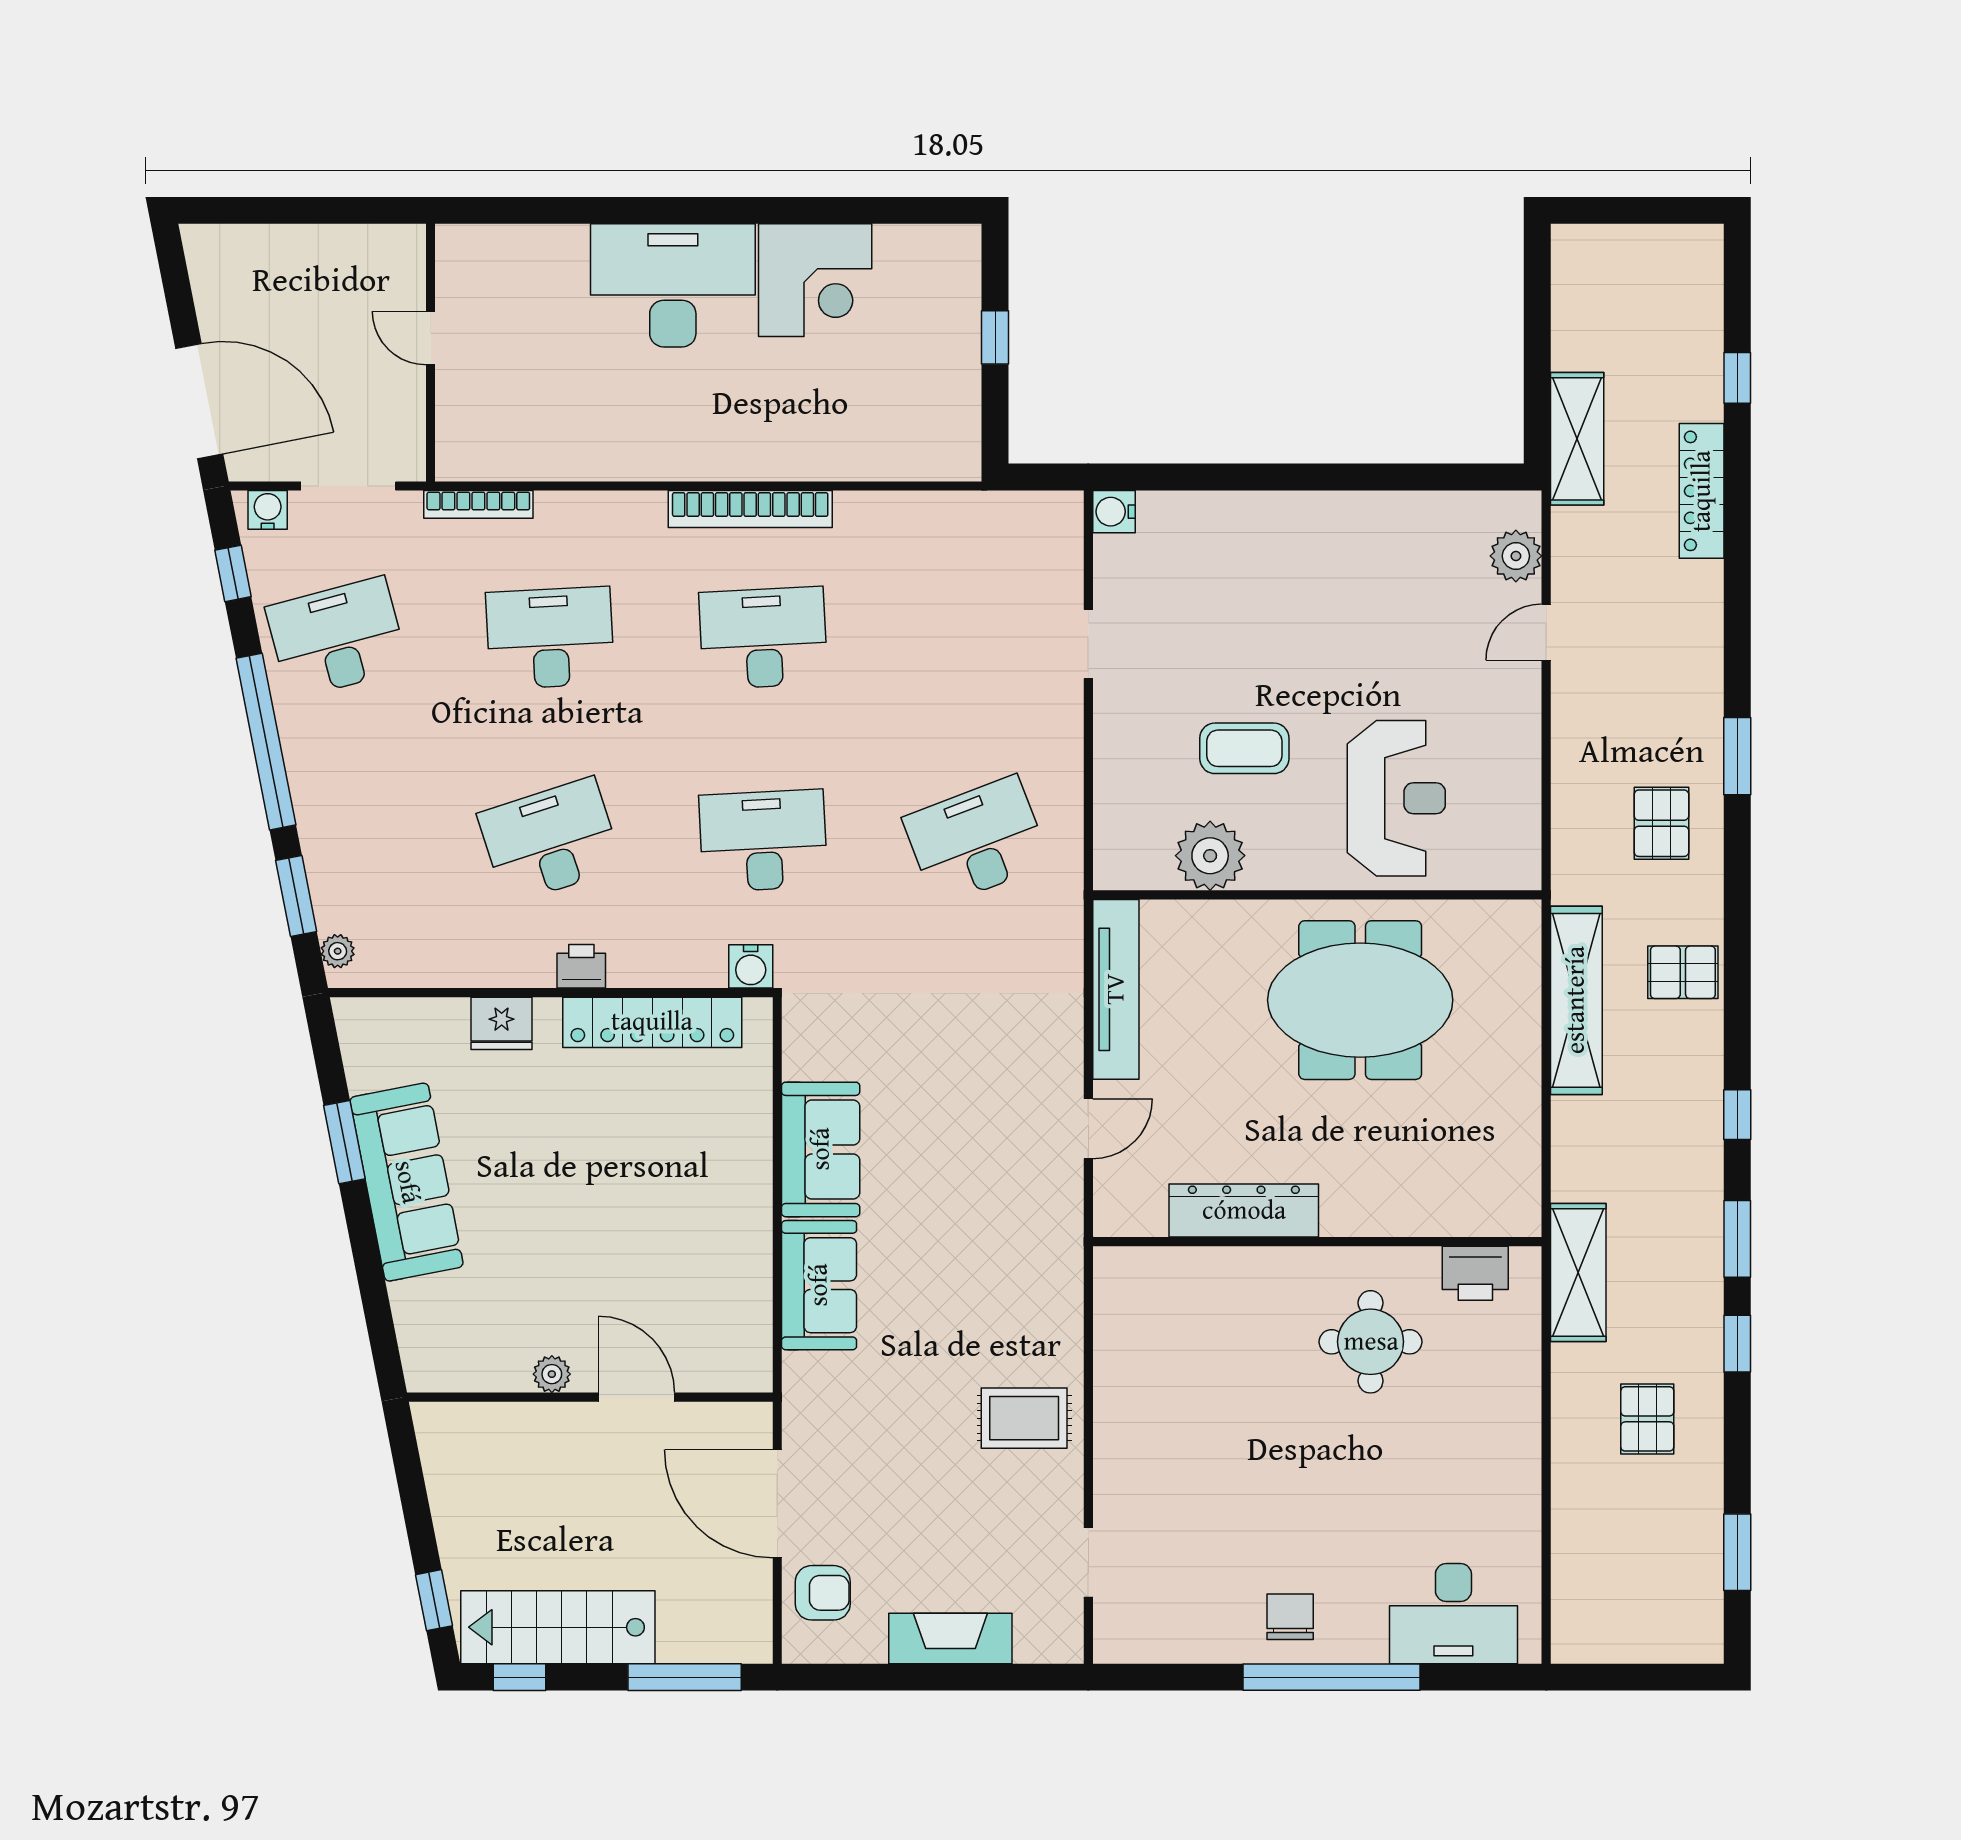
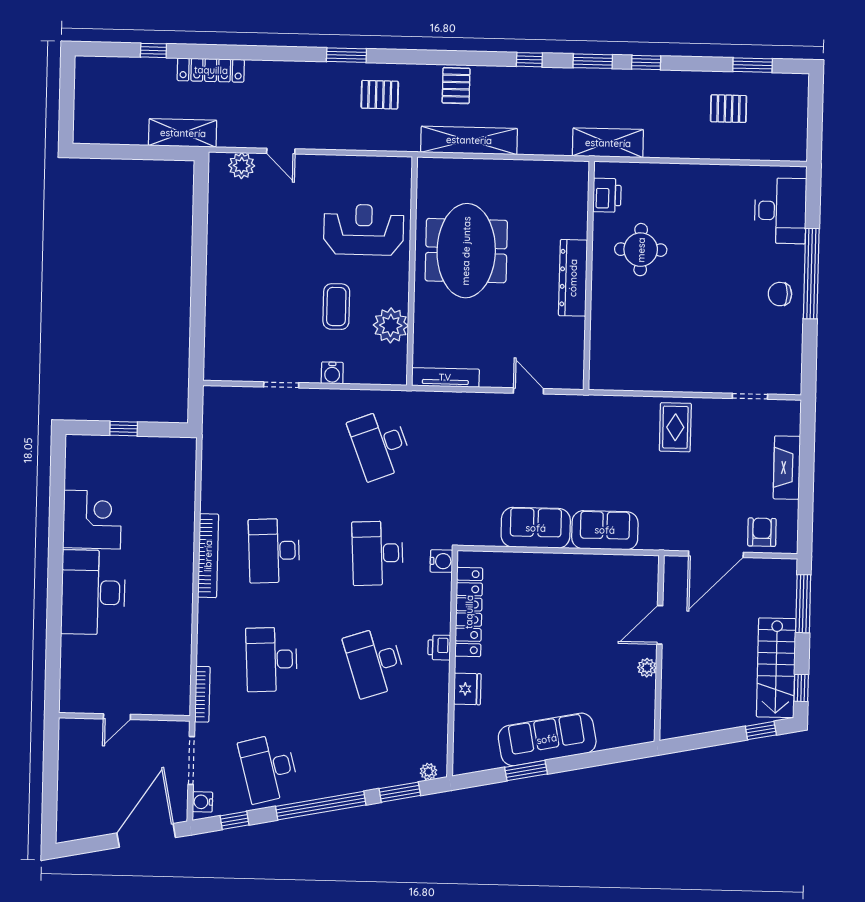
water cooler: (1114, 512) -> (332, 373), moved
tv unit: (1116, 989) -> (445, 377), width x0.73, depth x0.78
dresser: (1244, 1211) -> (573, 278), moved
pallet: (1647, 1419) -> (728, 109), moved

